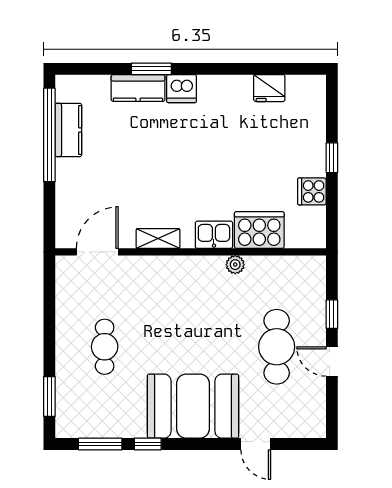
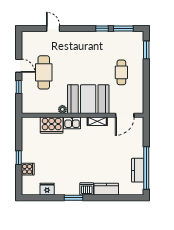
window: (151, 69) -> (73, 198), moved
cooker: (312, 191) -> (28, 169), moved
booth: (193, 406) -> (88, 99), moved

